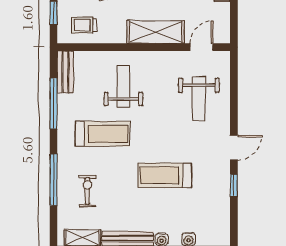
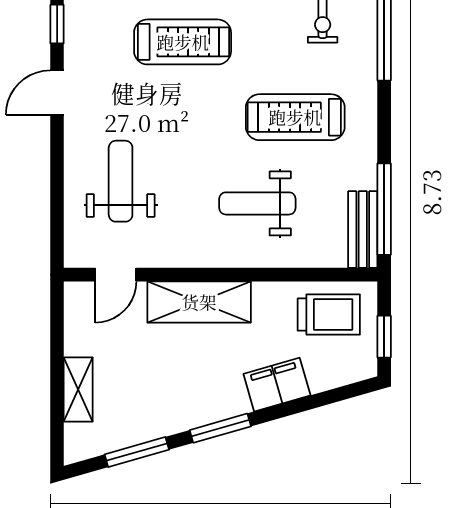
trolley: (84, 25) -> (329, 315), width x1.36, depth x1.39
weight bench: (123, 86) -> (257, 203), turned 90
window: (54, 104) -> (384, 209), moved

